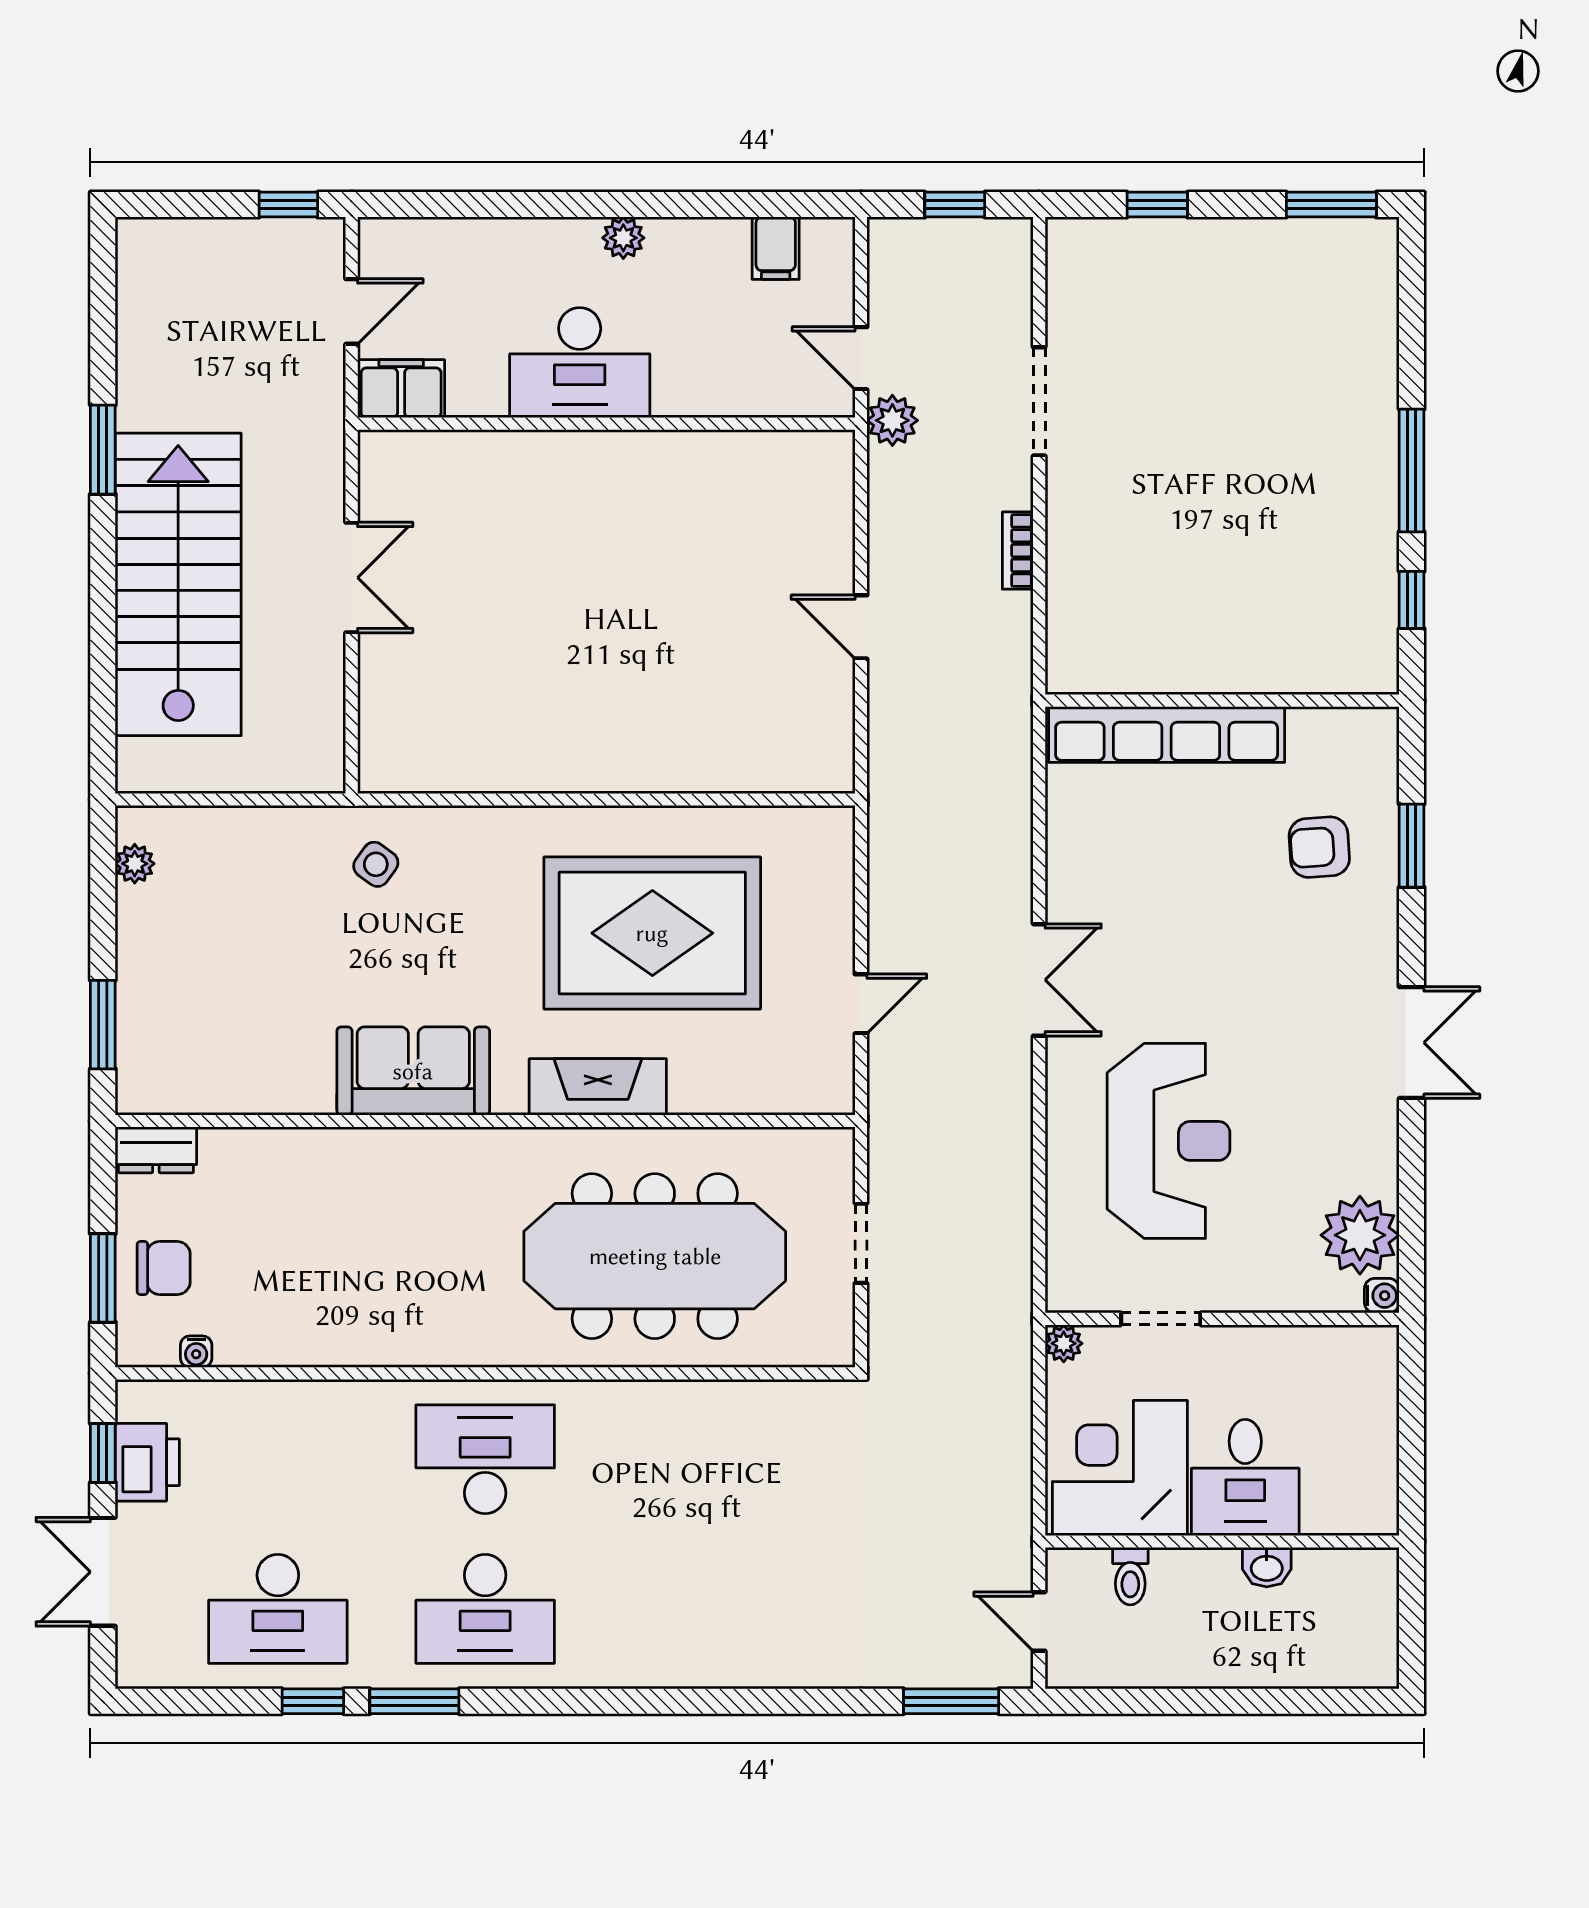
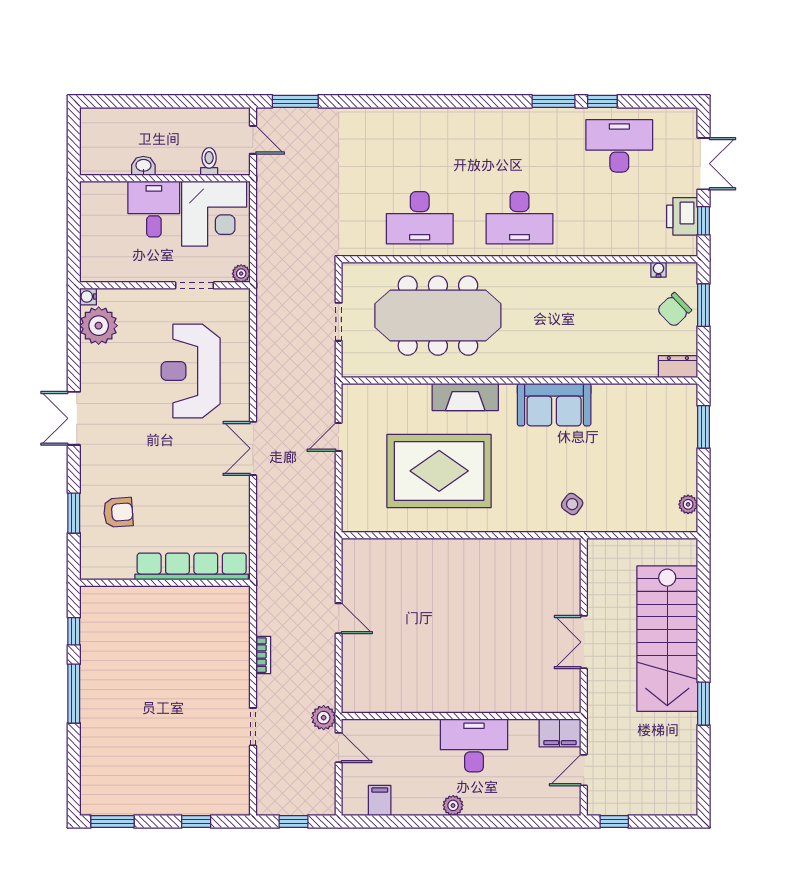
doorway: (1039, 401) -> (253, 727), width x0.73
chair: (164, 1268) -> (674, 310), turned -44
desk: (485, 1609) -> (420, 218), moved, turned 180

